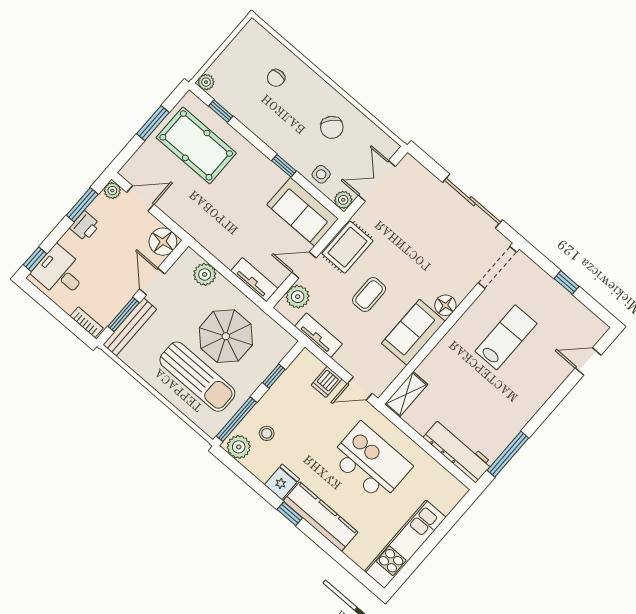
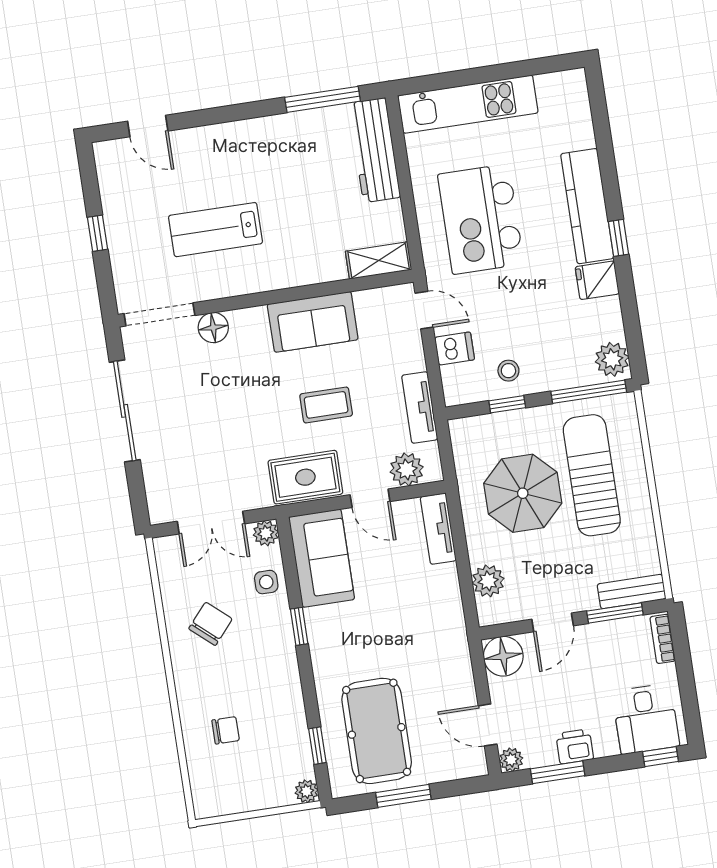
floor lamp: (445, 305) -> (213, 328), moved
bench: (130, 327) -> (632, 592), width x0.73
stool: (267, 433) -> (508, 371), moved
kitchen unit: (405, 544) -> (468, 104), moved

